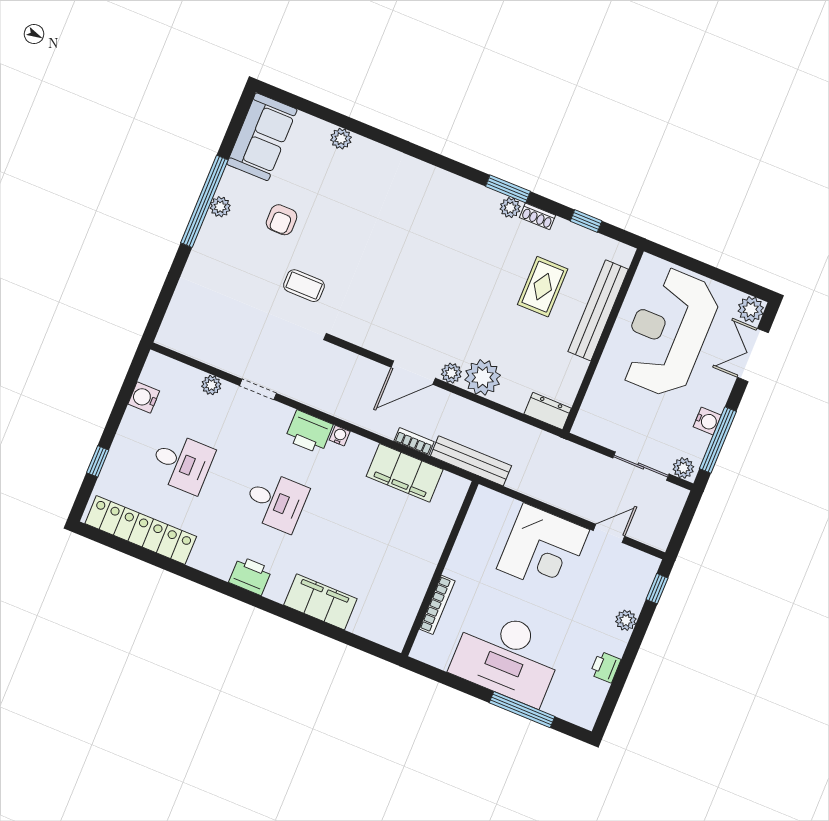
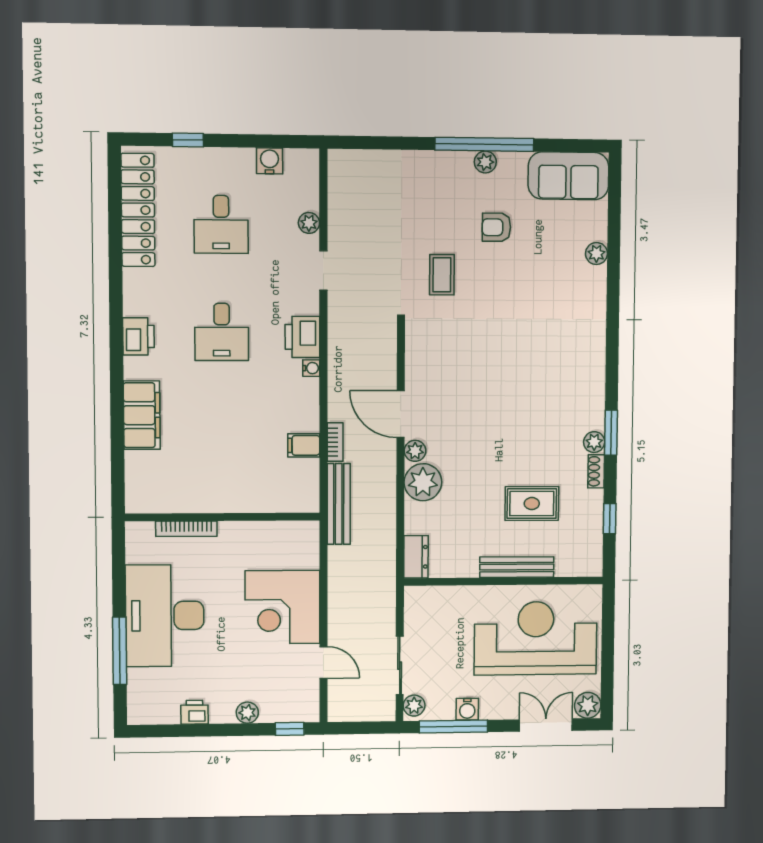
bench: (598, 310) -> (517, 567), width x0.73, depth x0.82
filing cabinet: (405, 473) -> (304, 445), width x0.33, depth x0.86

